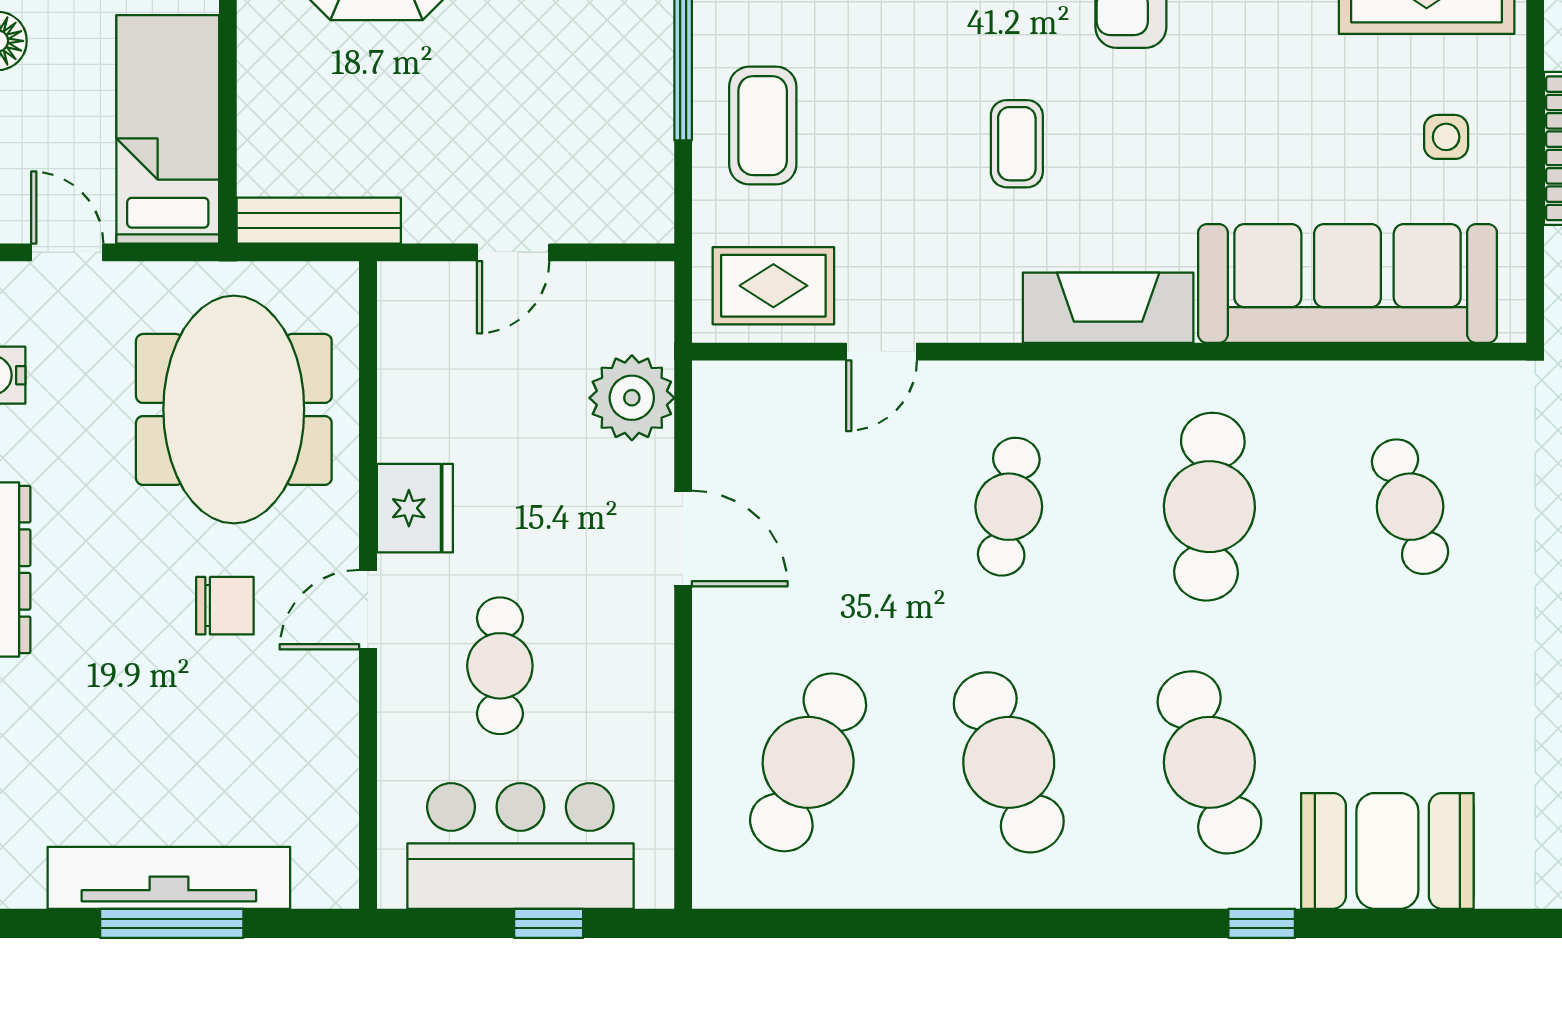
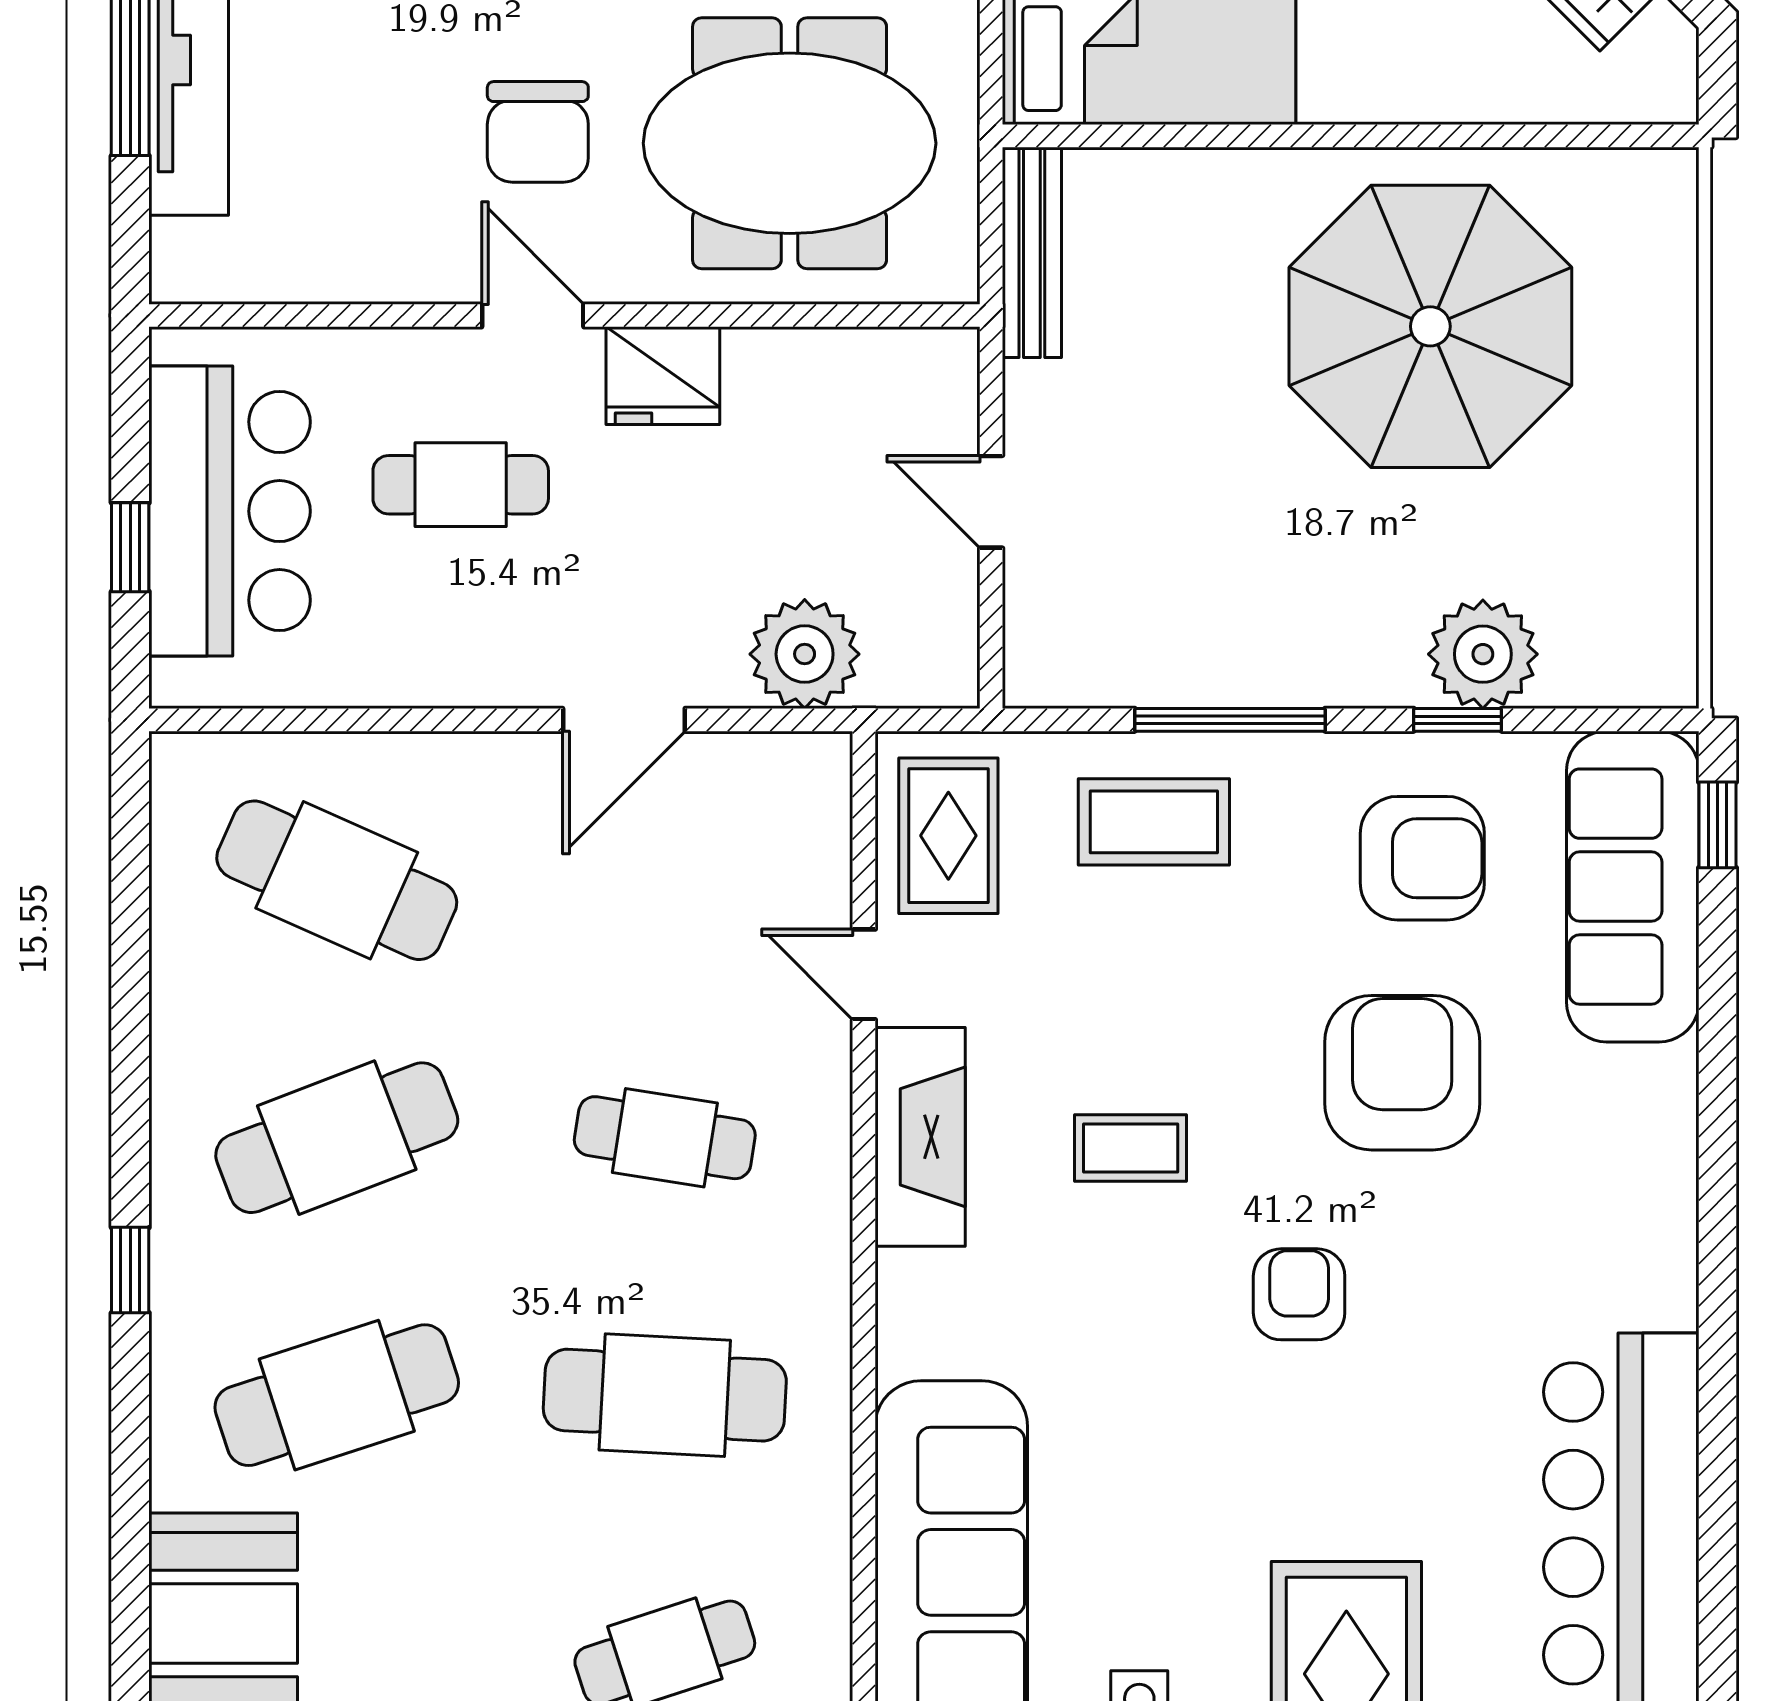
fireplace: (1108, 308) -> (920, 1137), moved
chair: (225, 606) -> (538, 132), width x1.37, depth x1.37
window: (1262, 923) -> (130, 1270), moved

